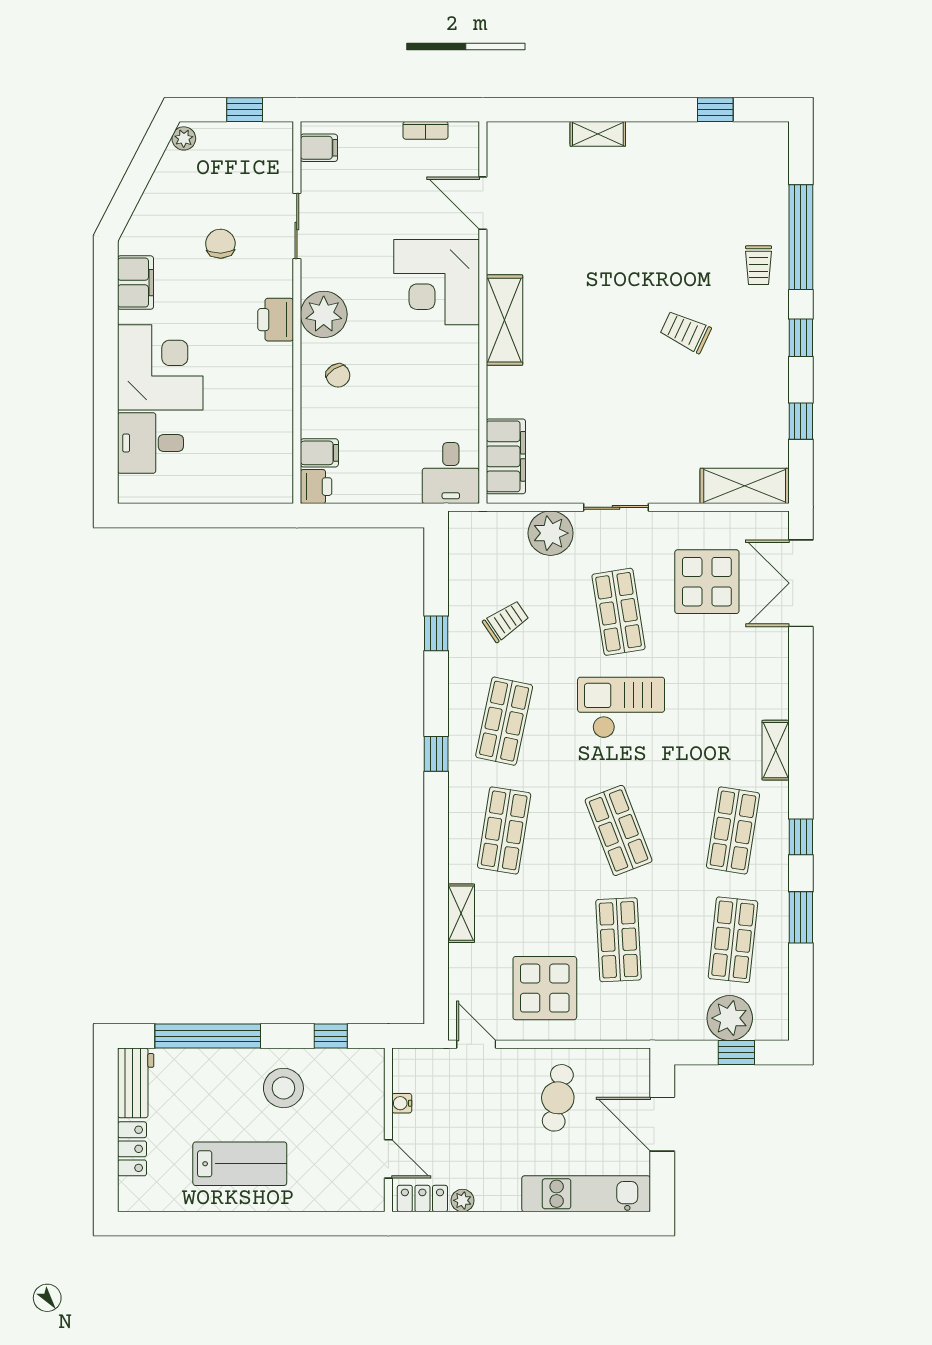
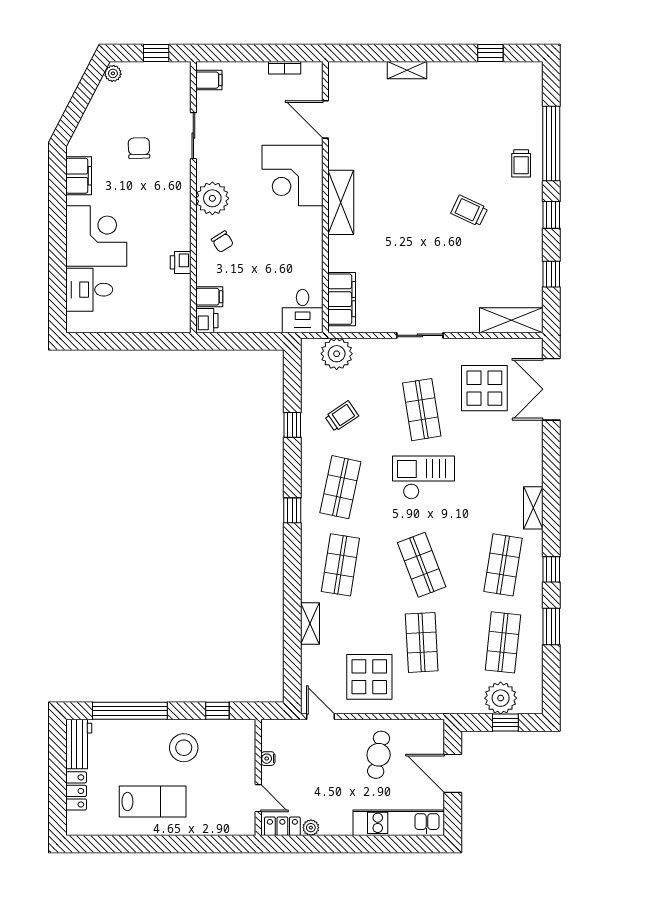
printer: (276, 320) -> (181, 262), moved, width x0.73, depth x0.81
plant: (551, 533) -> (337, 354), moved

